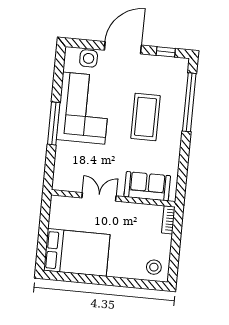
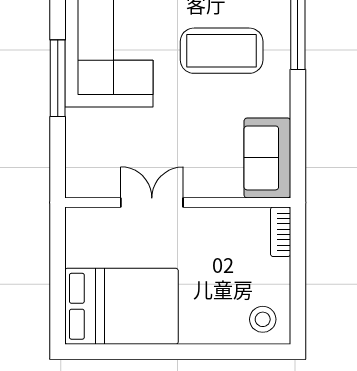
coffee table: (145, 117) -> (222, 51), turned 90
sofa: (147, 186) -> (267, 158), moved, turned -90

